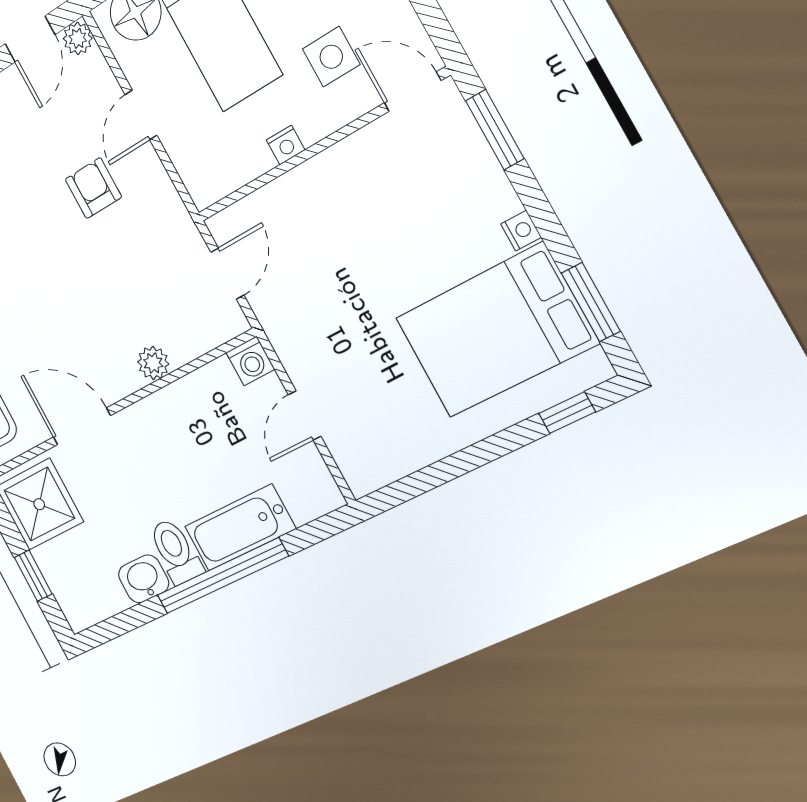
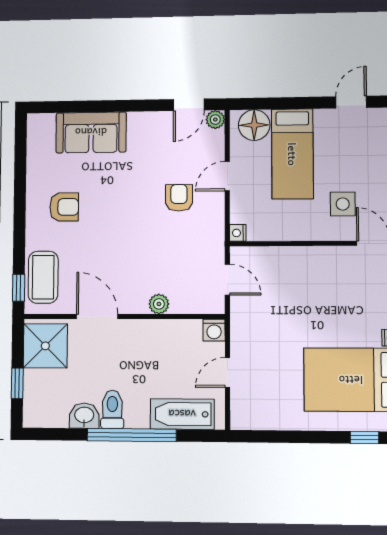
nightstand: (286, 145) -> (238, 233), moved, turned 90
door: (227, 274) -> (227, 280), hinge flipped
bathtub: (240, 528) -> (182, 414), moved

